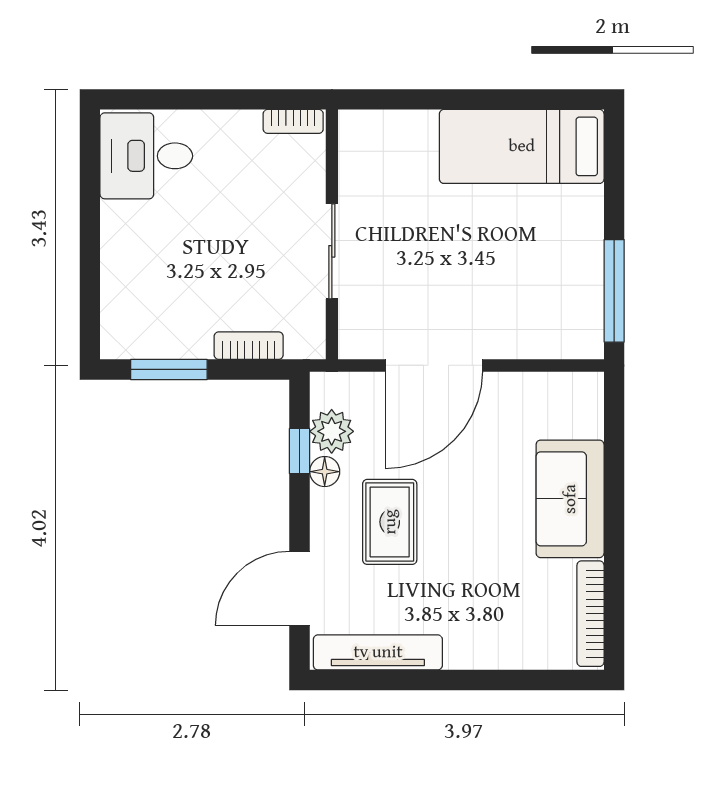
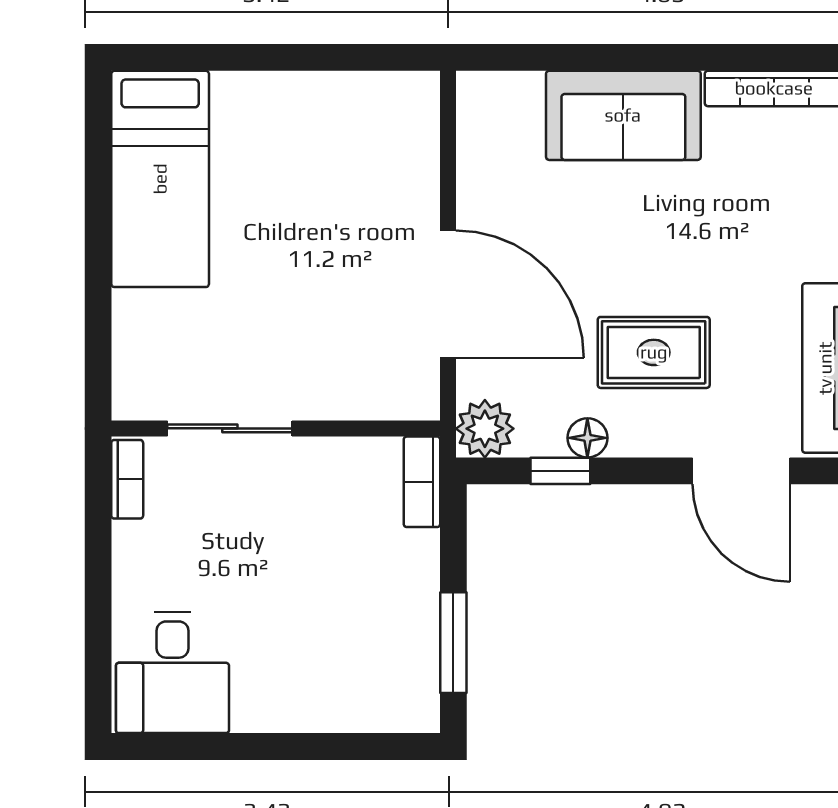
sliding door: (332, 251) -> (230, 428), moved
window: (614, 291) -> (350, 57), removed
bookcase: (249, 346) -> (422, 482), moved
plant: (332, 431) -> (485, 429), moved

